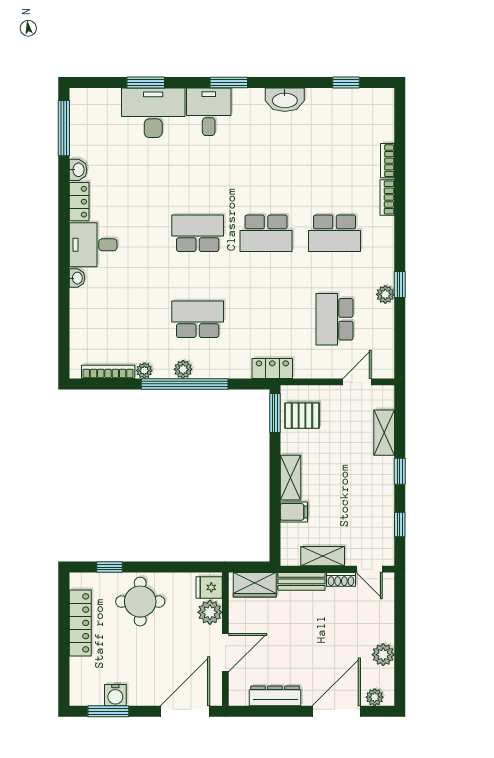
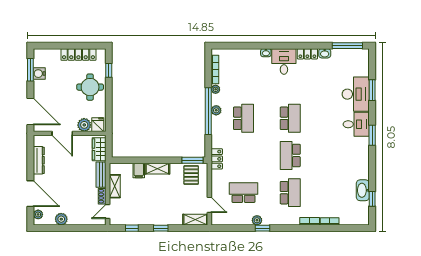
washbasin: (285, 100) -> (363, 190), moved
school desk: (334, 233) -> (290, 193), turned 180
shelving: (384, 433) -> (195, 220), moved

